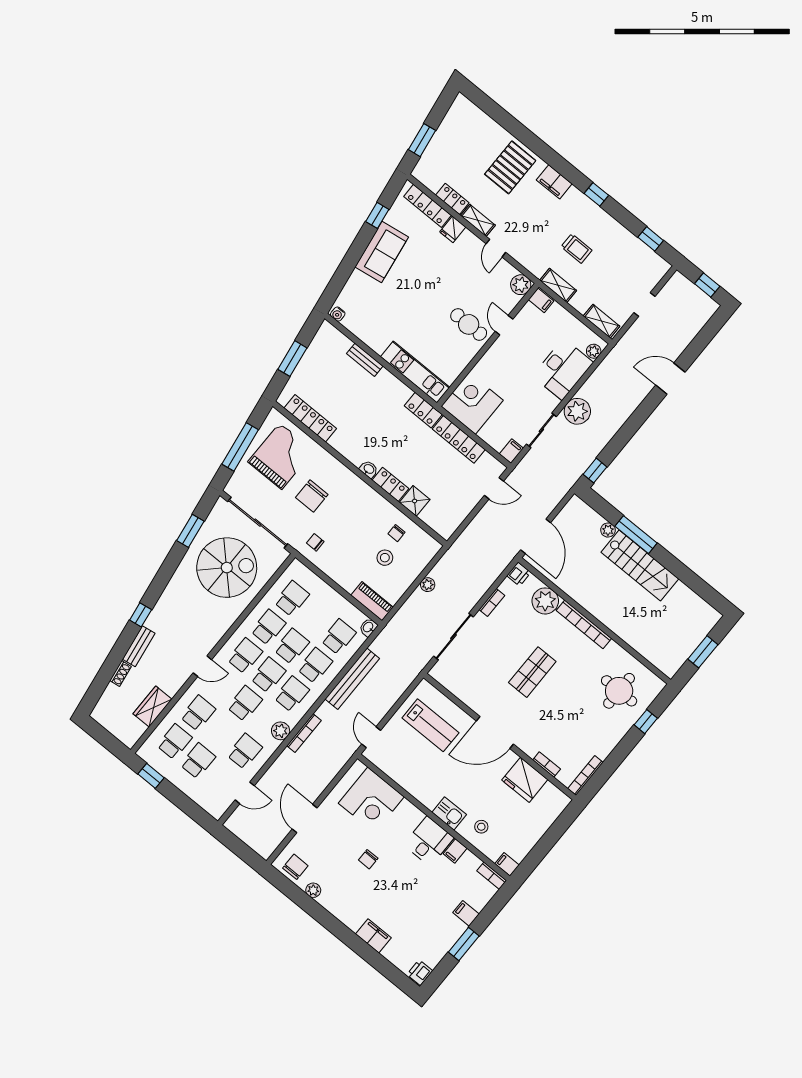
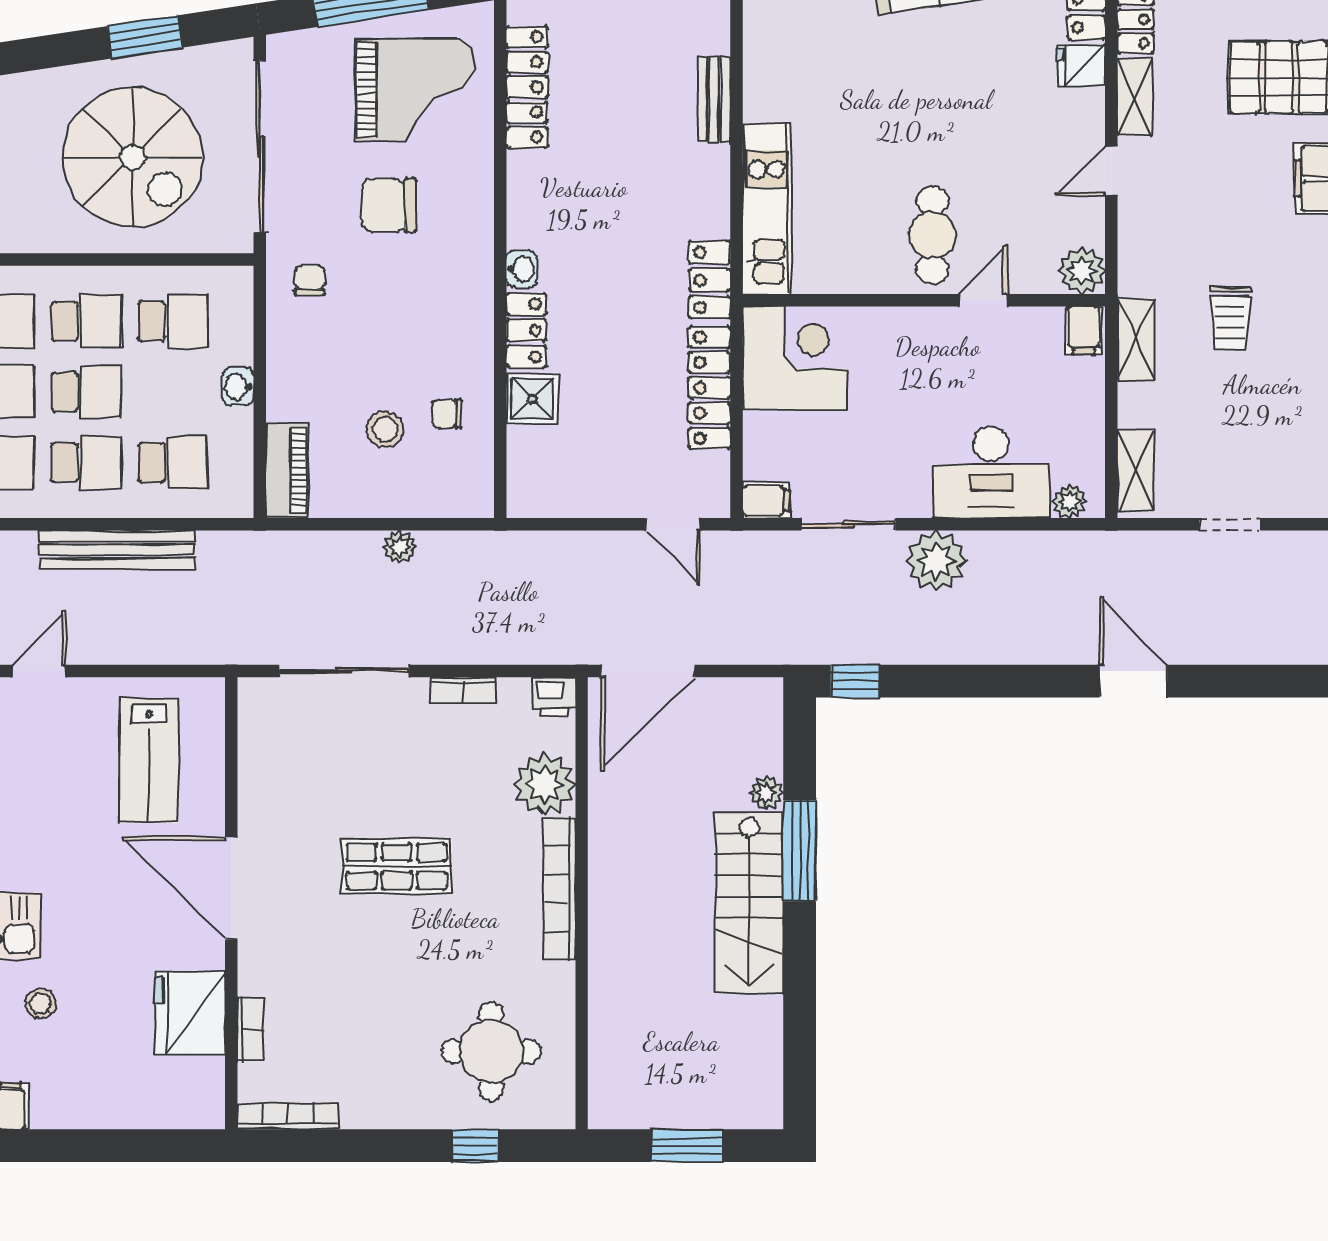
washbasin: (368, 627) -> (238, 387), moved, turned -90

